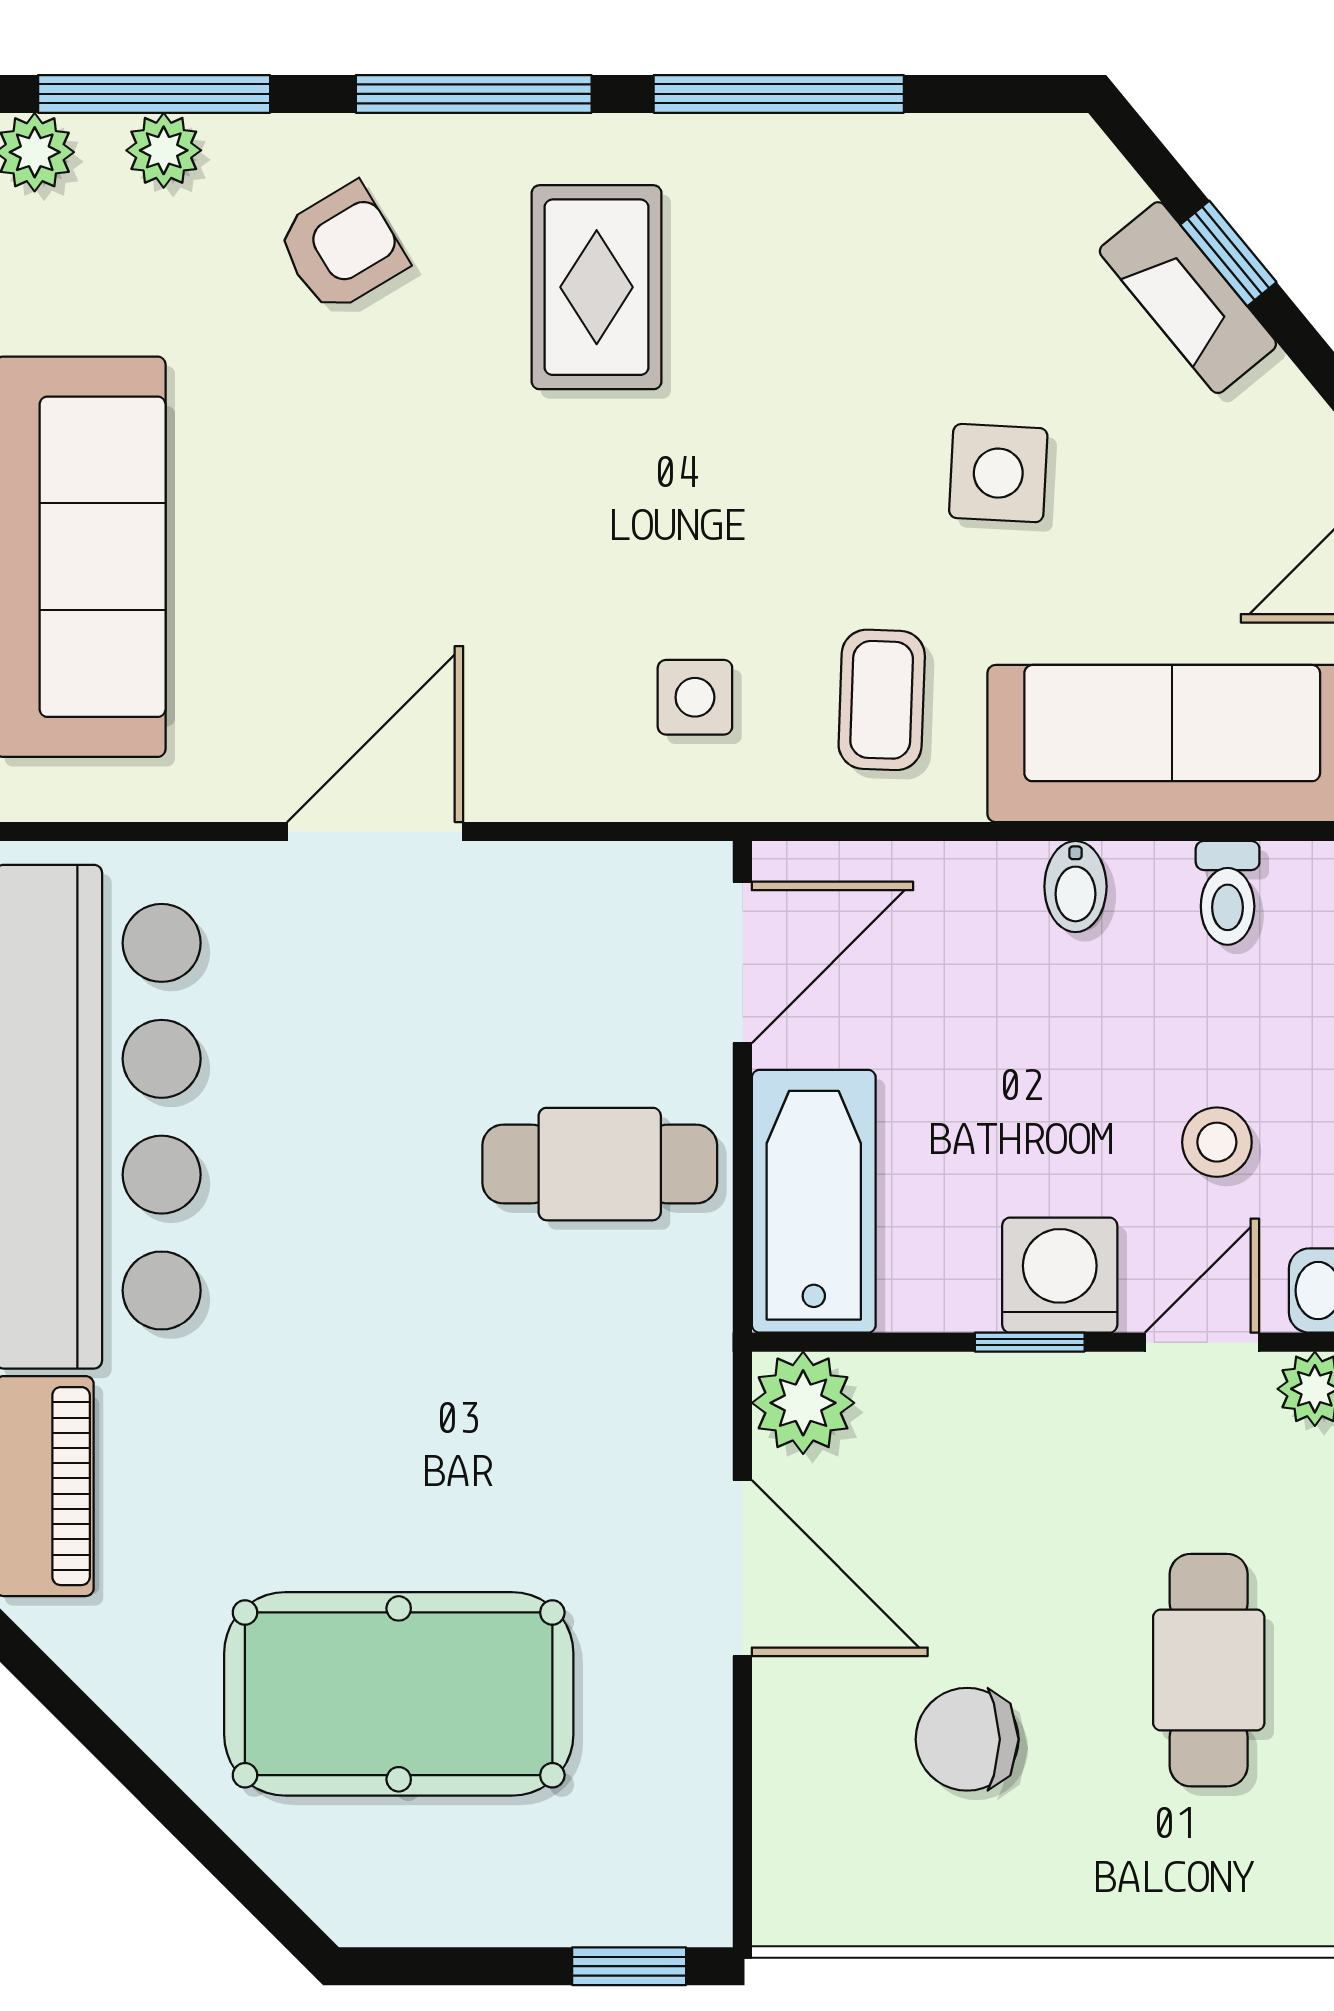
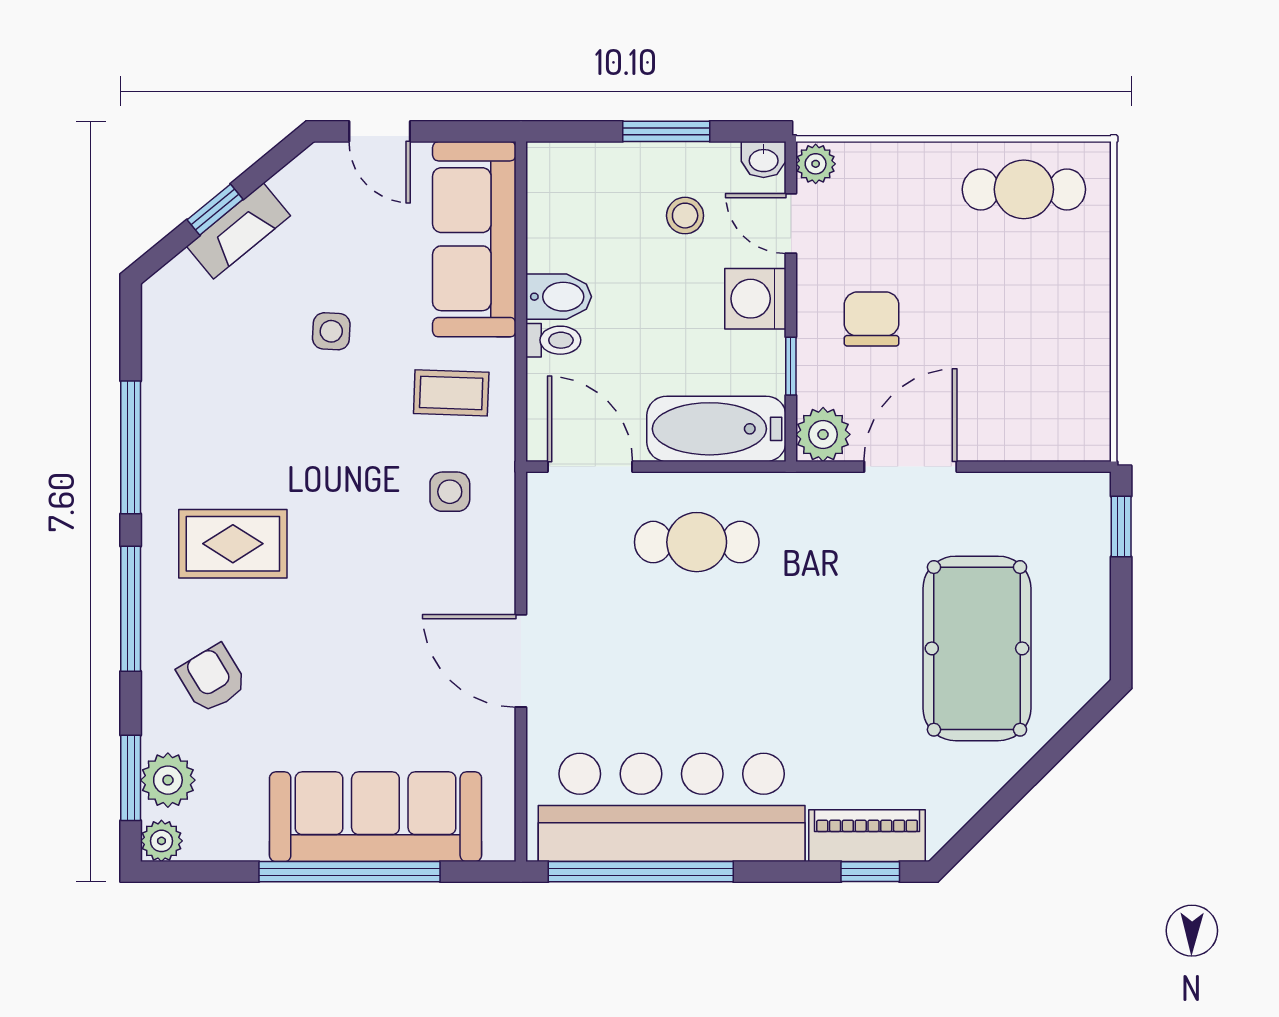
window: (154, 94) -> (131, 778), width x0.69
plant: (164, 150) -> (168, 780), width x1.38, depth x1.38
side table: (998, 473) -> (331, 331), width x0.73, depth x0.73
bidet: (1075, 887) -> (559, 297), width x1.38, depth x1.36
toilet: (1228, 893) -> (553, 340), moved
cafe table: (600, 1164) -> (697, 542), turned 90
window: (1030, 1342) -> (791, 366), moved
cafe table: (1209, 1670) -> (1024, 189), moved
chair: (967, 1739) -> (872, 319), moved, turned 180

